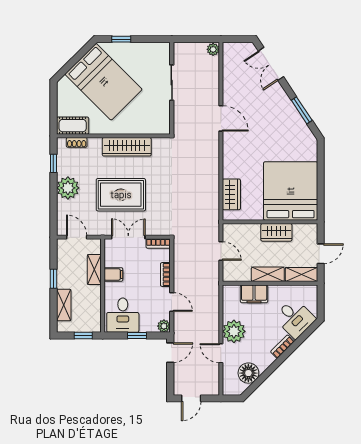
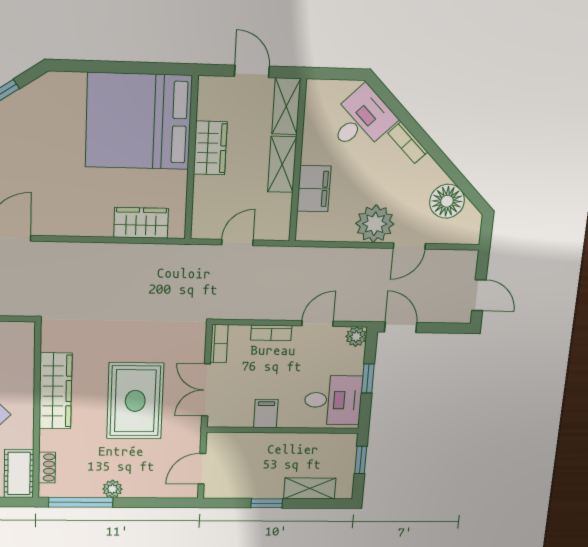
window: (53, 163) -> (81, 502), width x2.17
plant: (68, 188) -> (112, 489), width x0.53, depth x0.53
shelving: (94, 269) -> (256, 443), removed

